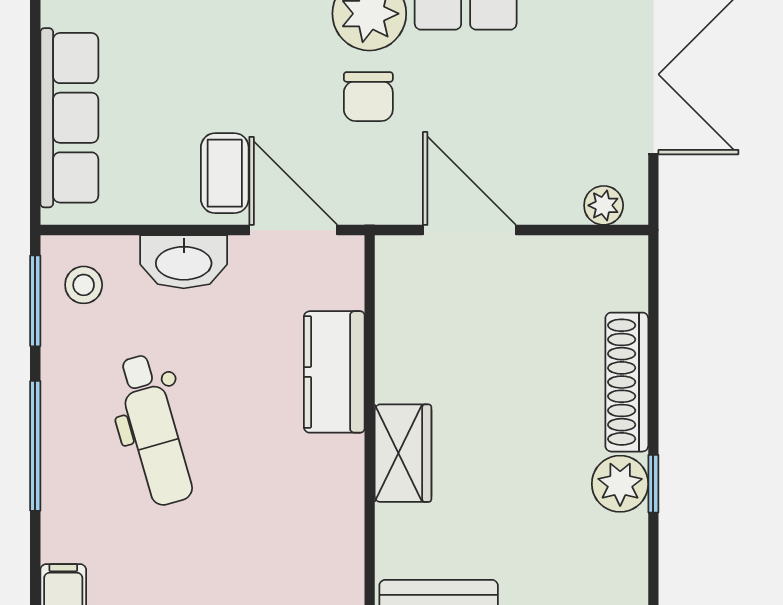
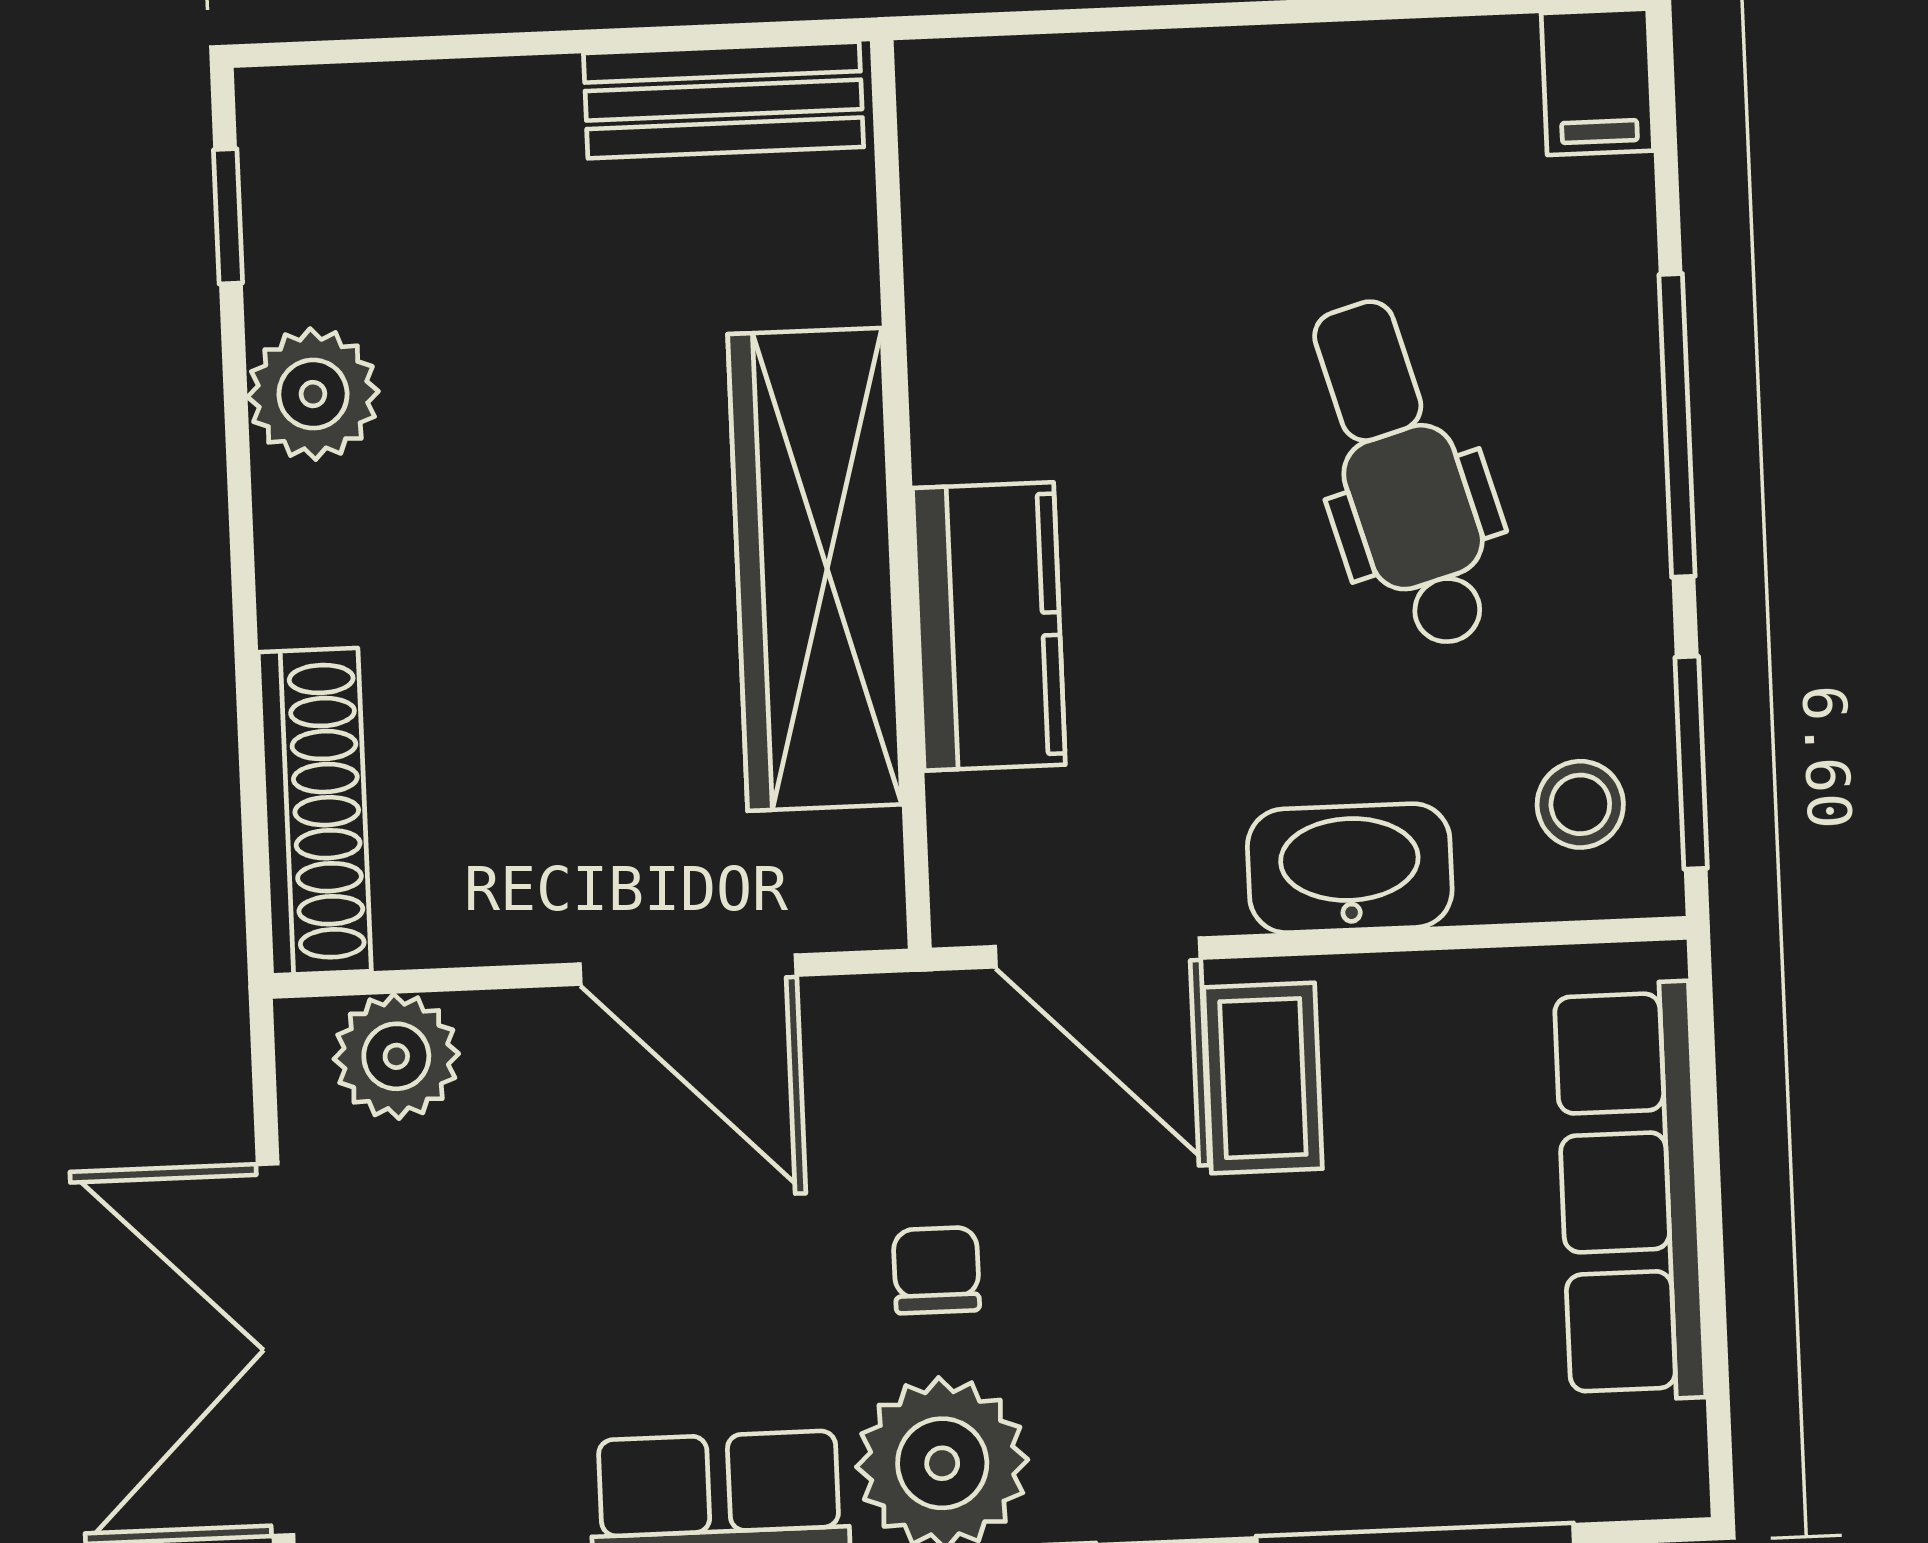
chair: (368, 97) -> (936, 1270), width x0.73, depth x0.73
plant: (604, 205) -> (396, 1056), width x1.38, depth x1.38
shoe rack: (627, 382) -> (315, 812), moved
wardrobe: (403, 453) -> (815, 569), width x2.10, depth x1.17
window: (653, 484) -> (228, 216), moved

